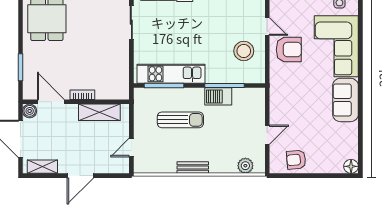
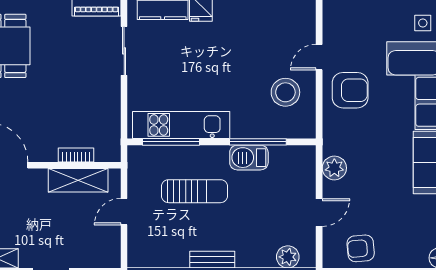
door: (267, 26) -> (319, 57), swing flipped
bookcase: (82, 95) -> (76, 155), moved
plant: (278, 104) -> (334, 168), added
door: (131, 148) -> (124, 212), moved

